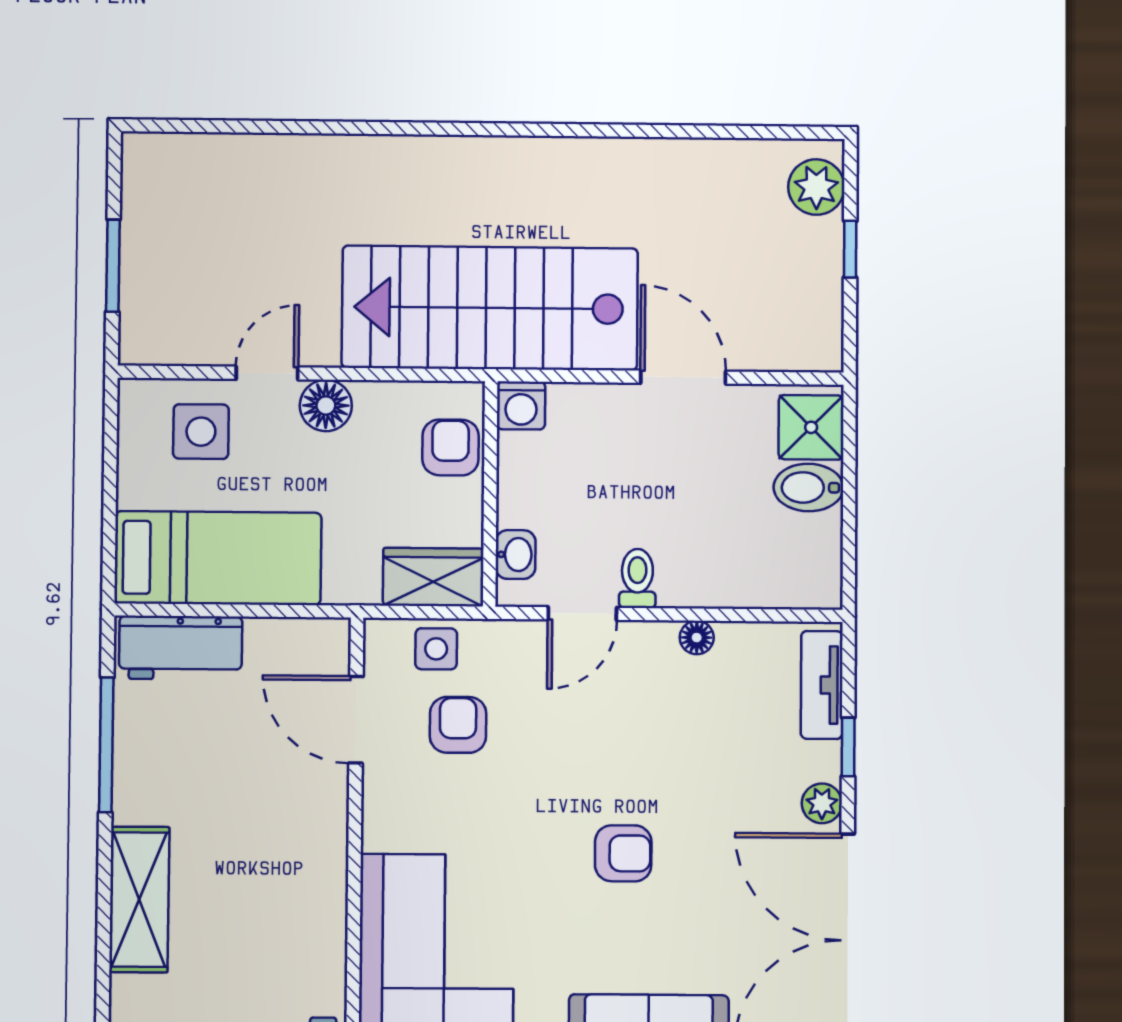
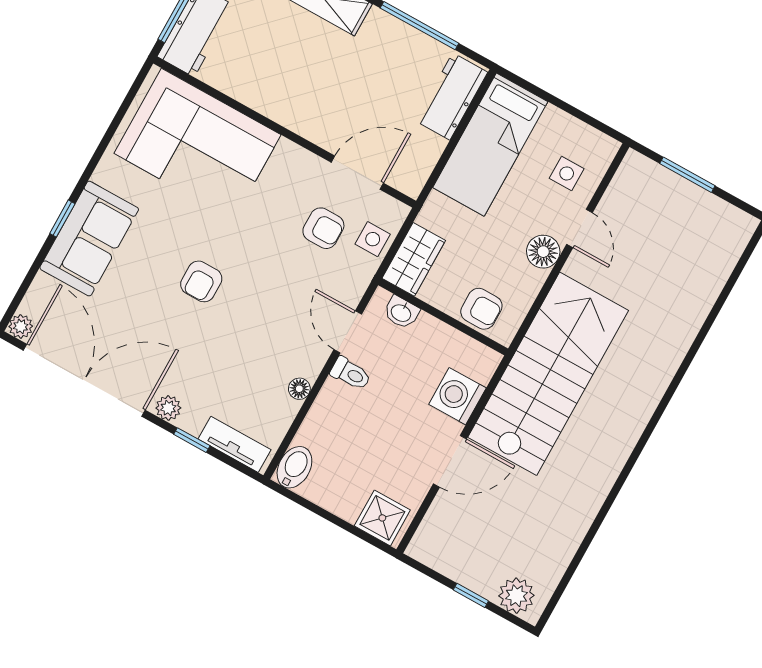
washing machine: (521, 406) -> (457, 396), moved, width x1.38, depth x1.38
side table: (201, 432) -> (567, 173), width x0.73, depth x0.73
bidet: (808, 488) -> (294, 467), moved

